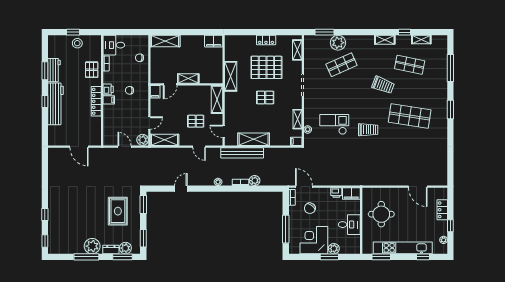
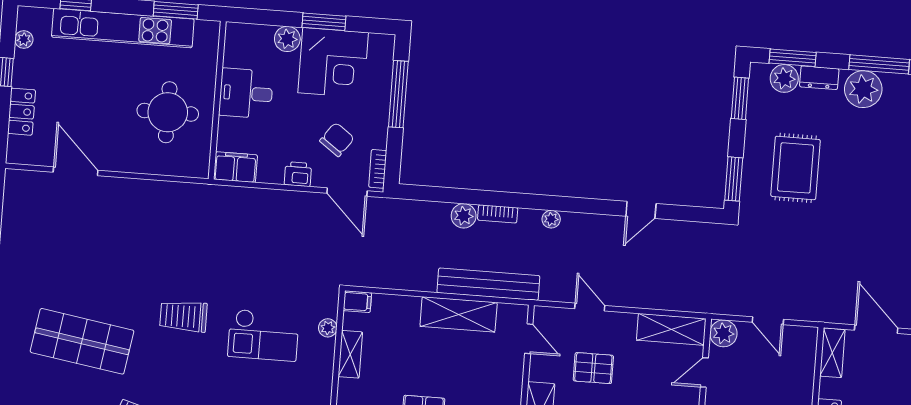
shelving: (97, 135) -> (832, 353), added
printer: (336, 193) -> (298, 174), moved
window: (329, 257) -> (324, 22), moved

